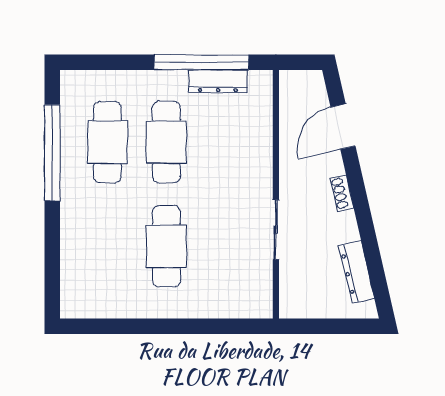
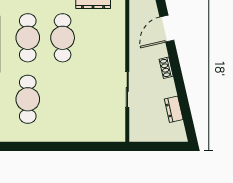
cafe table: (166, 246) -> (28, 99), moved
dresser: (357, 272) -> (174, 109), width x0.70

